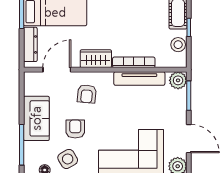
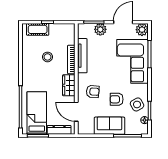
stool: (178, 45) -> (47, 57), moved
plant: (178, 80) -> (100, 29), moved

